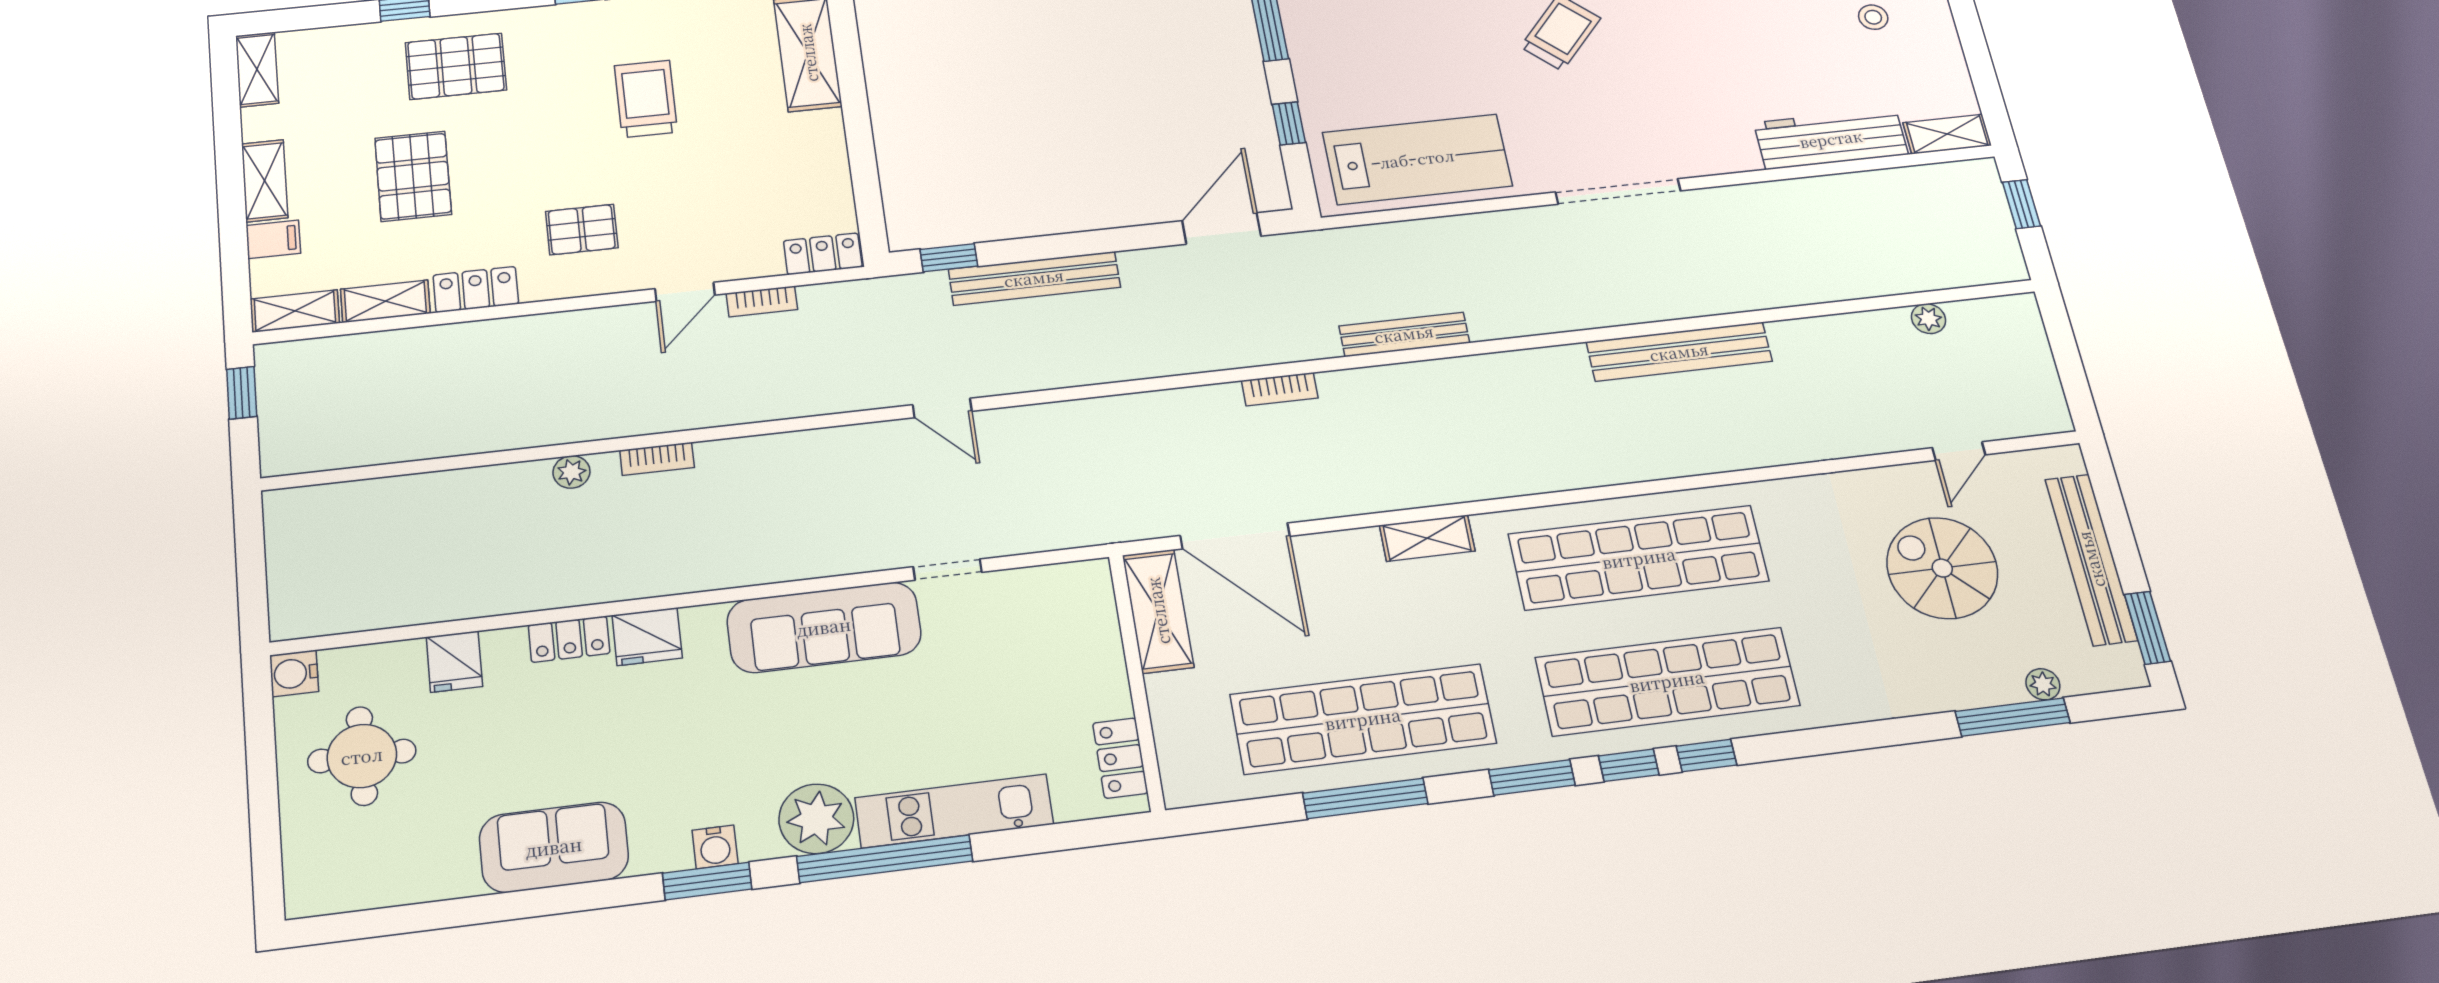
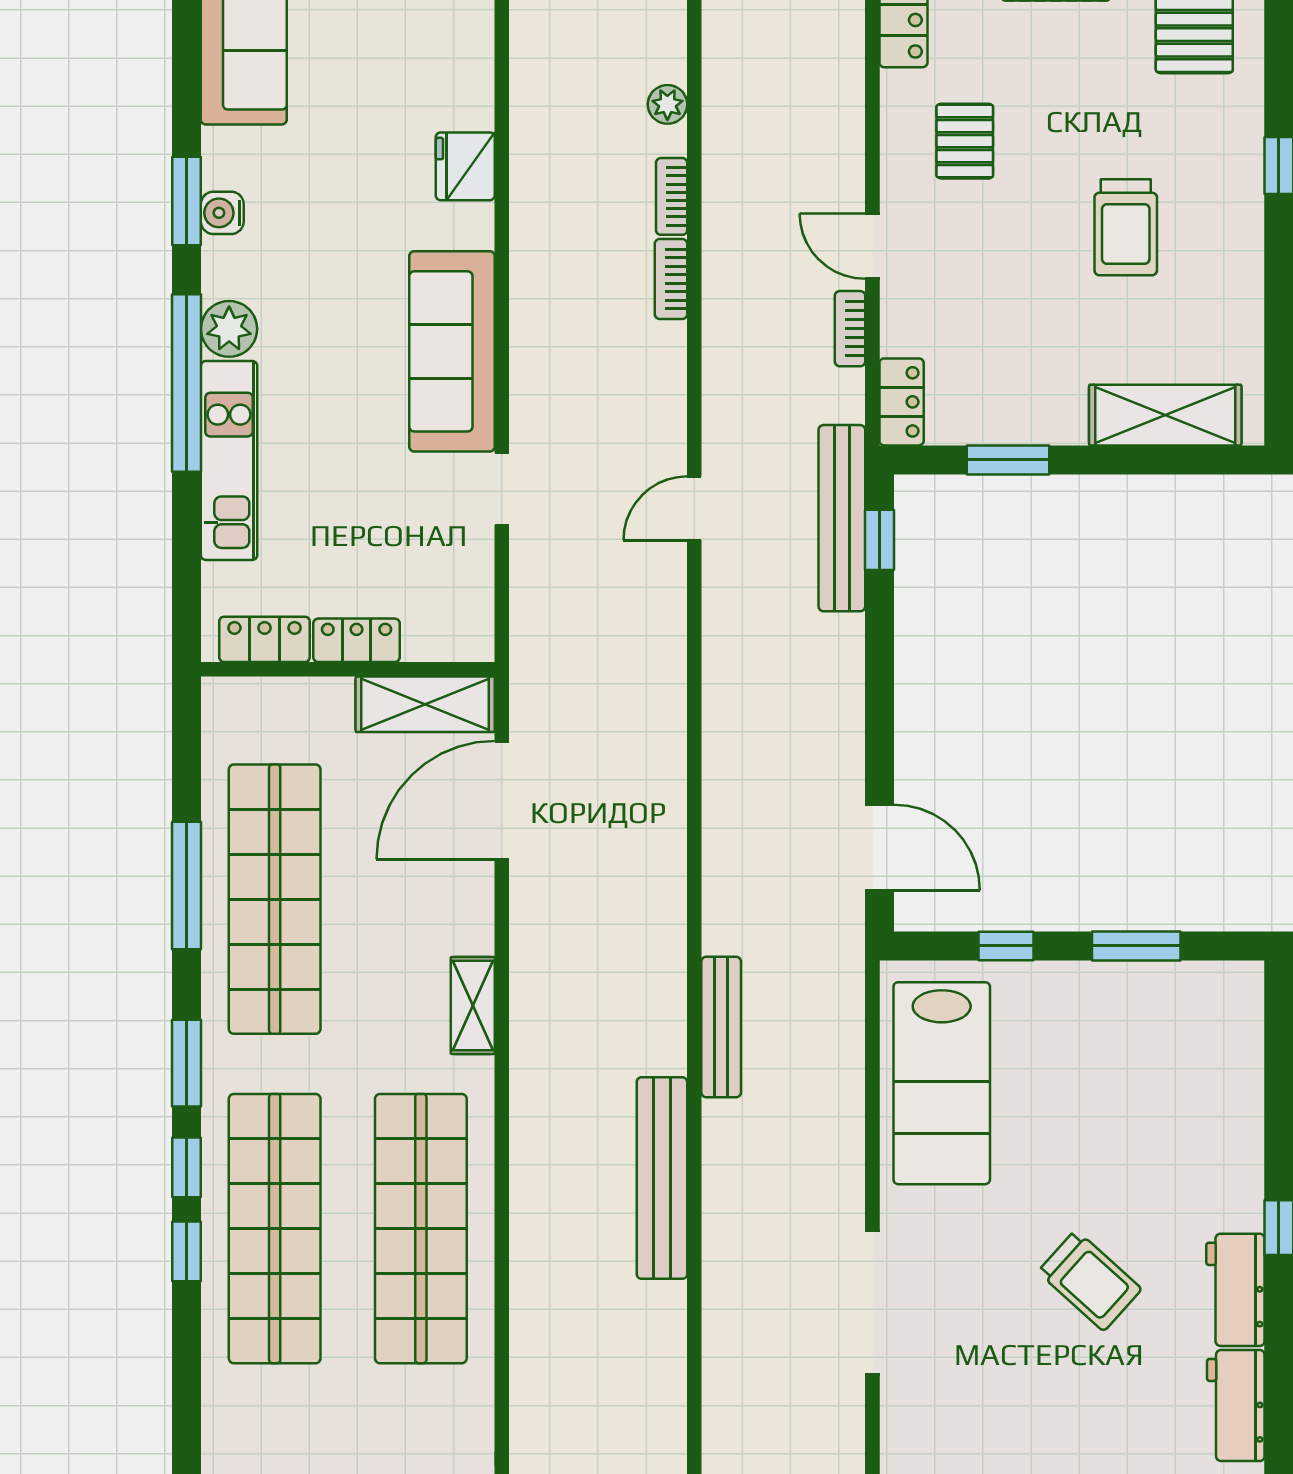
trolley: (646, 99) -> (1126, 227), turned 90
window: (863, 166) -> (1008, 460), added
bench: (1034, 278) -> (842, 518), moved
bench: (1679, 352) -> (662, 1178), moved
bookcase: (1280, 389) -> (671, 279), moved
locker: (569, 639) -> (357, 640), moved, turned 90
plant: (816, 819) -> (229, 329), width x0.73, depth x0.73

